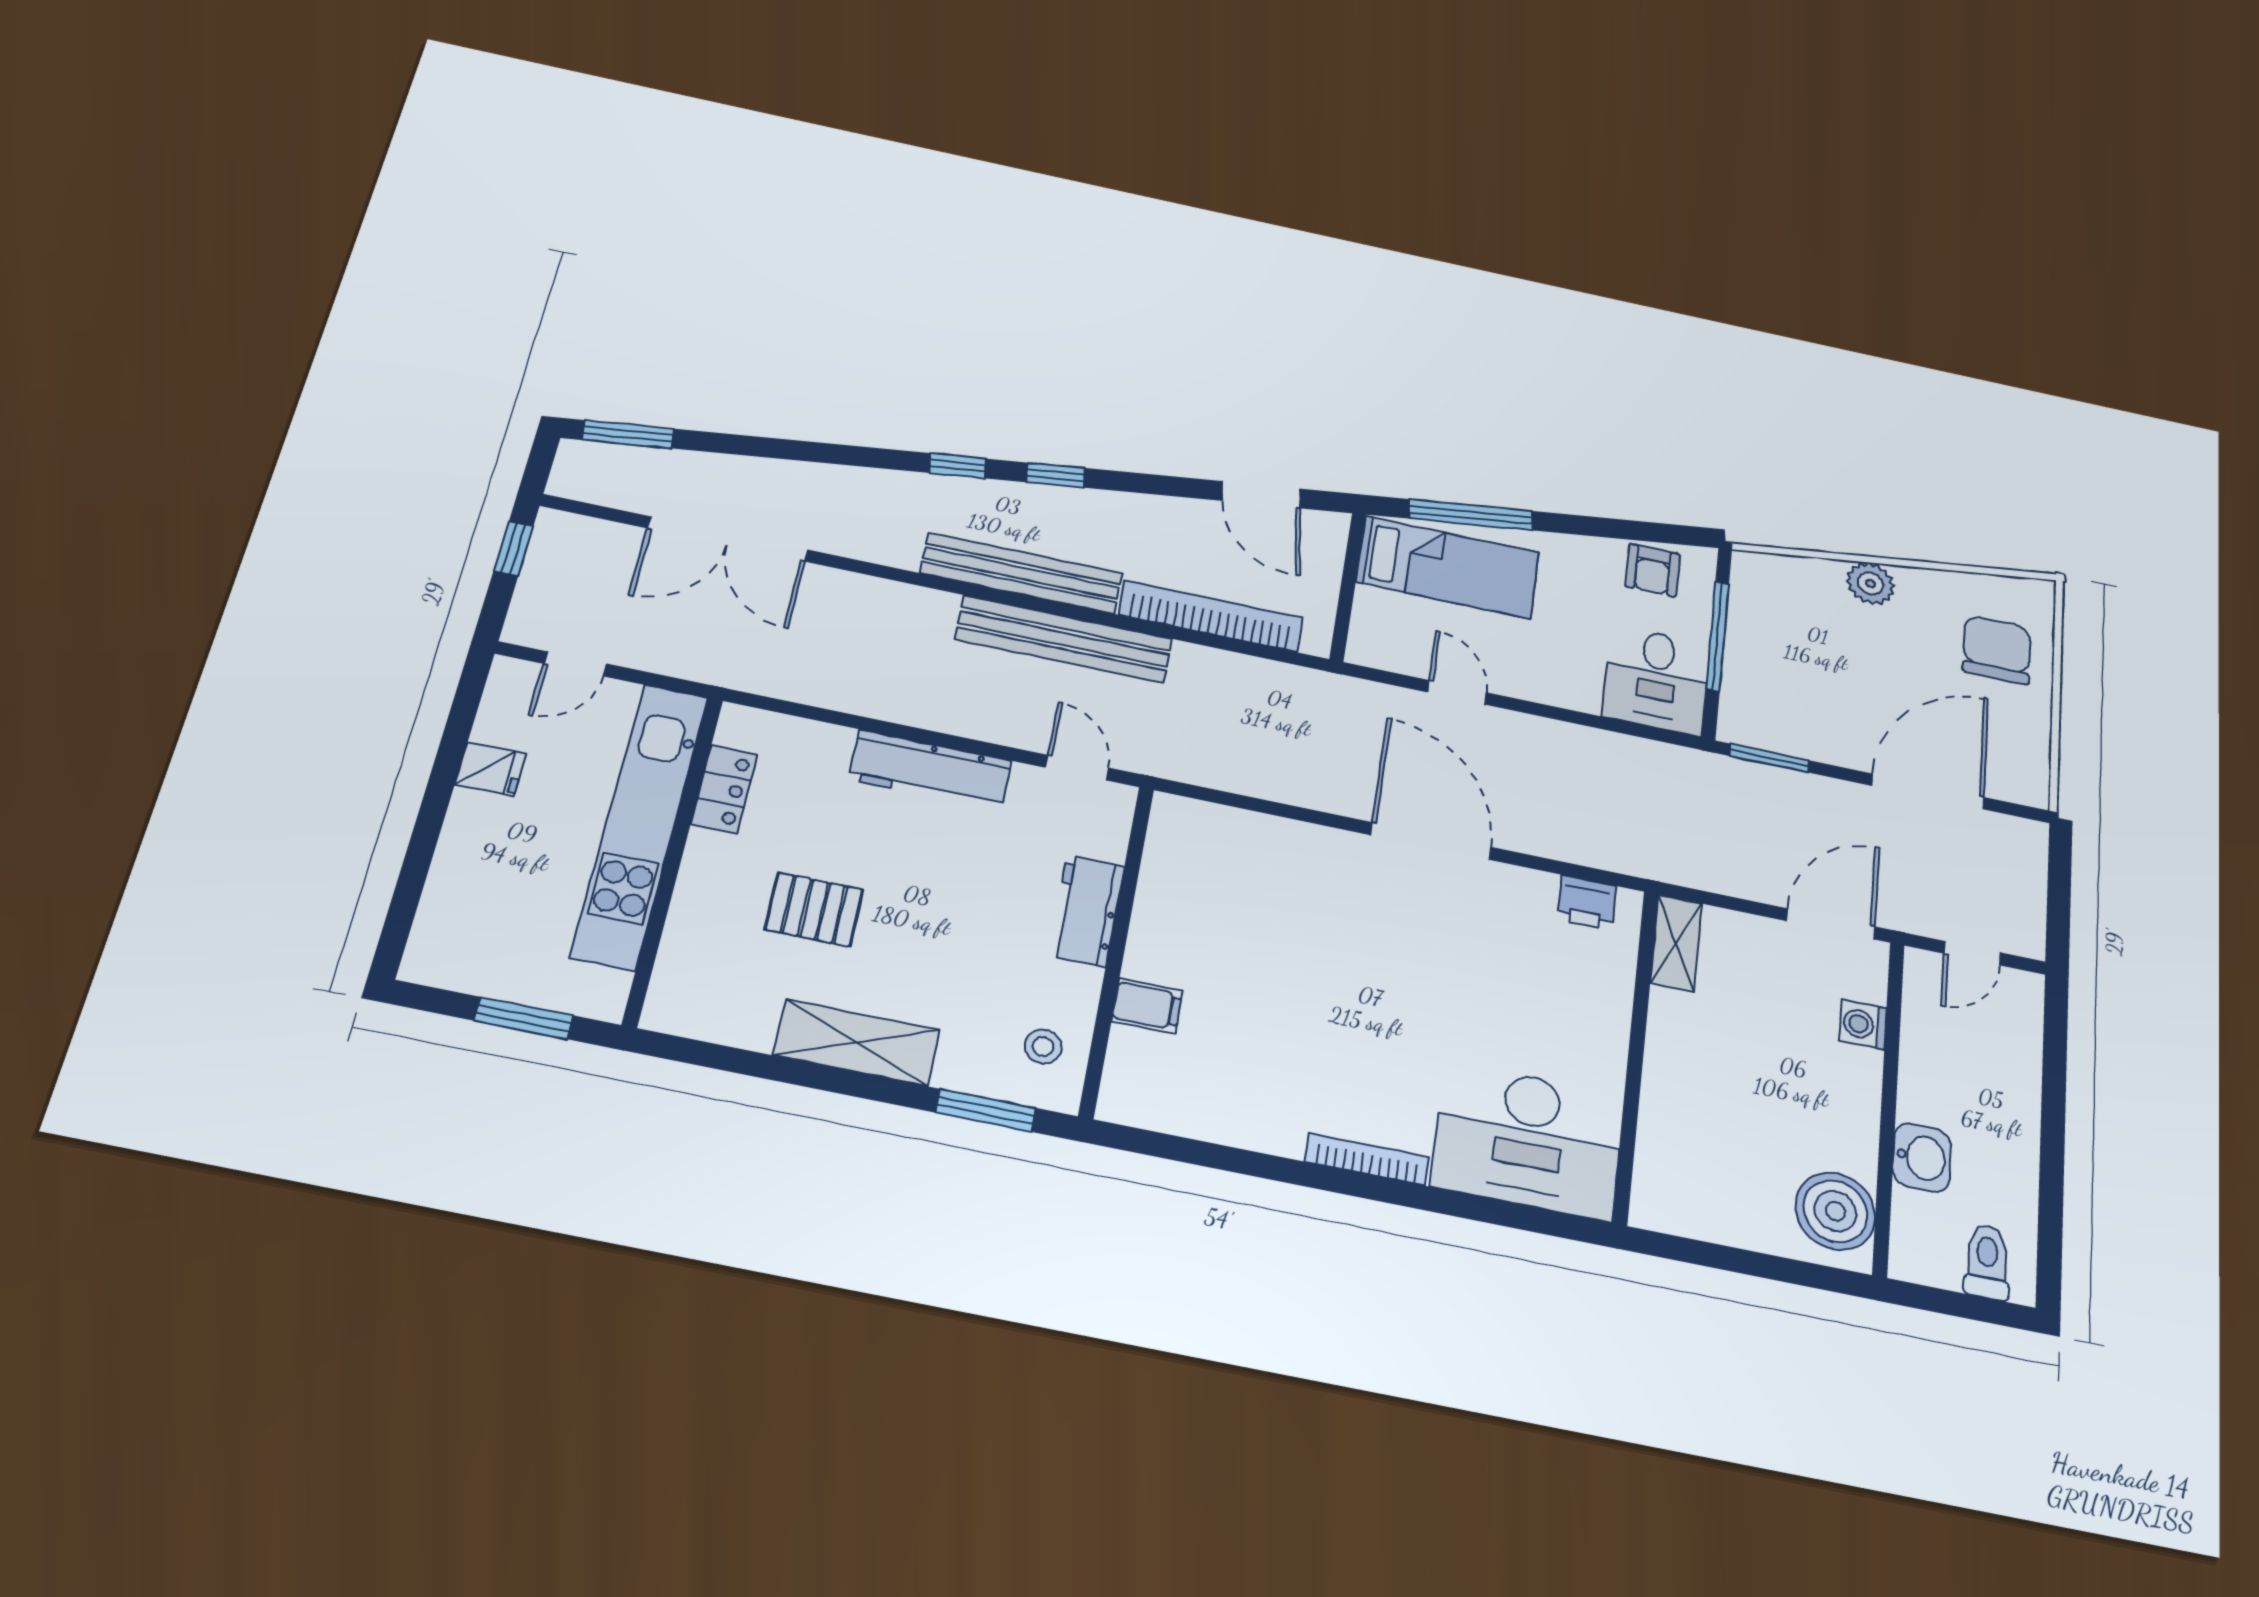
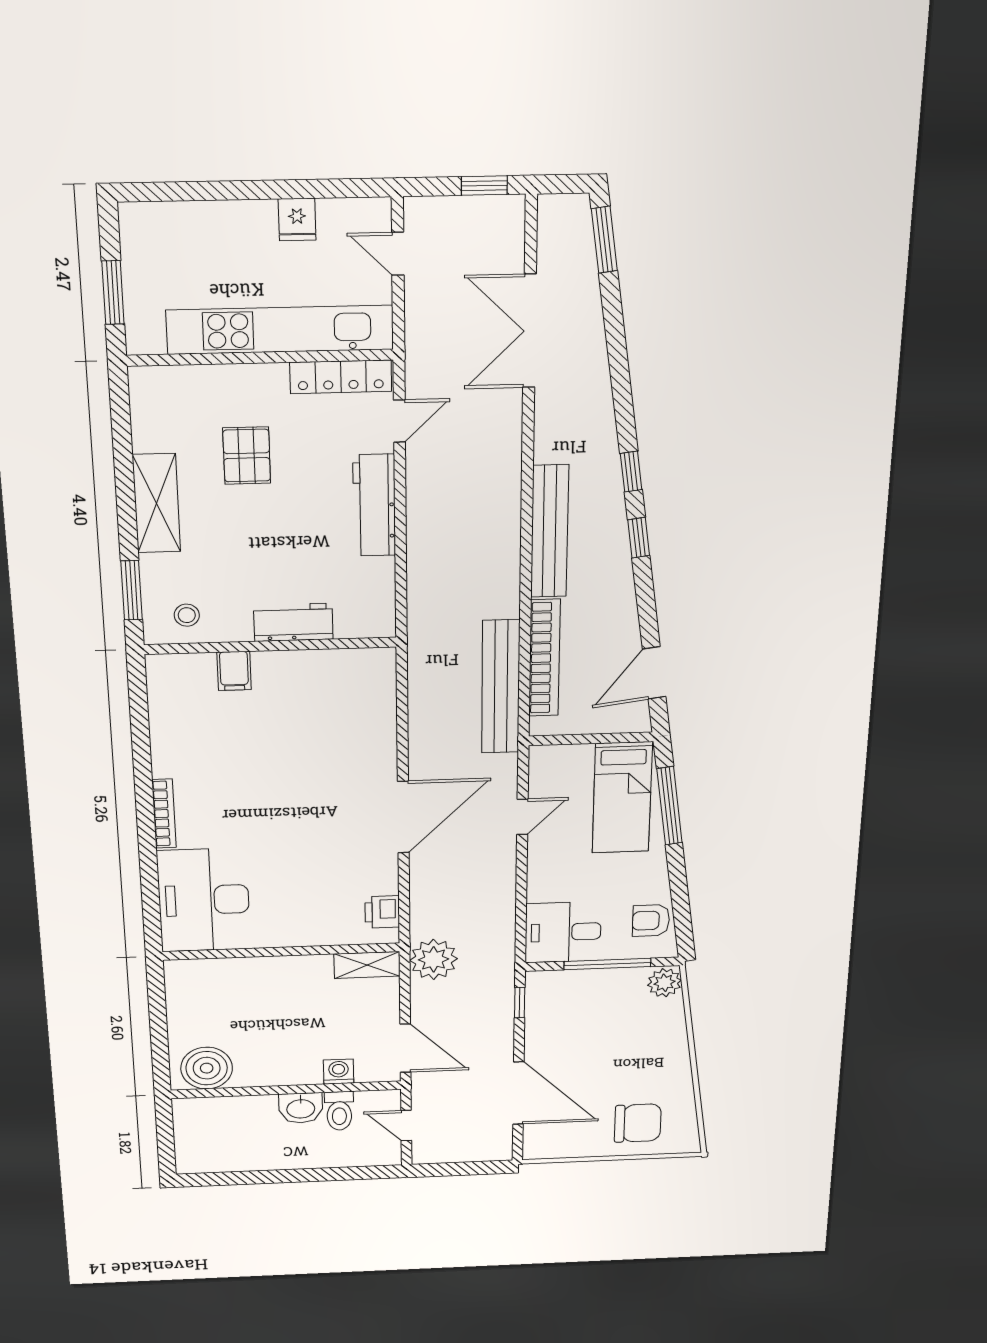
plant: (1871, 583) -> (664, 983), moved
bench: (1064, 639) -> (501, 687), moved
window: (1769, 758) -> (520, 1003), width x0.67
door: (1077, 768) -> (399, 421), moved
locker: (724, 789) -> (341, 377), width x1.53
plant: (1679, 853) -> (434, 959), added
washbasin: (1922, 1158) -> (301, 1108), moved
toilet: (1987, 1262) -> (339, 1111), moved, turned 90

